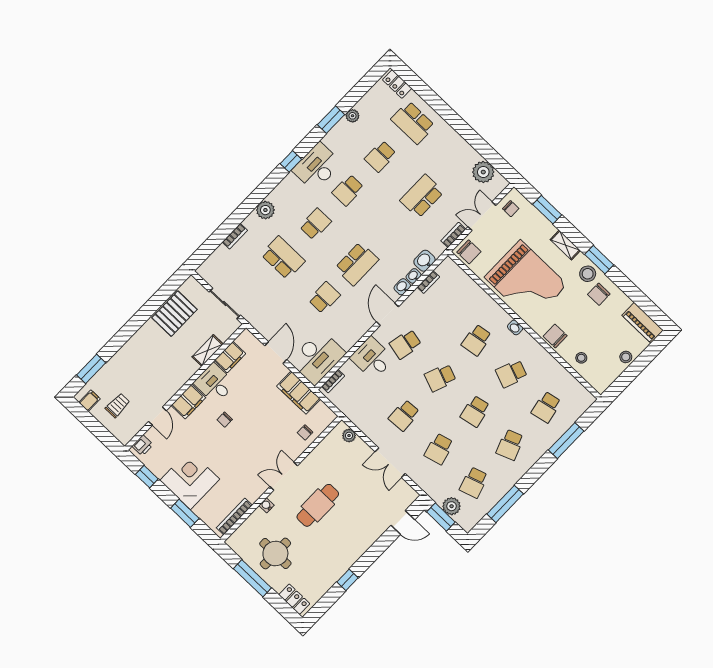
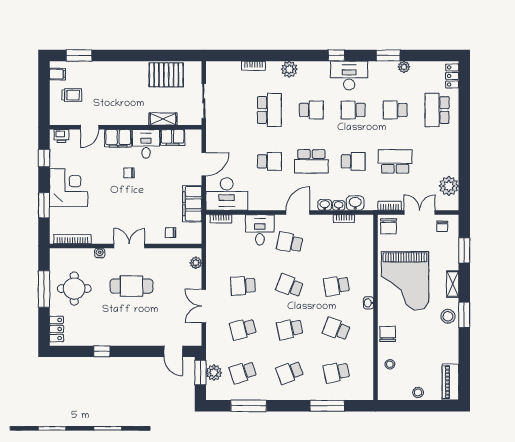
school desk: (389, 230) -> (353, 161), added
chair: (599, 294) -> (442, 336), removed

